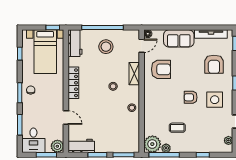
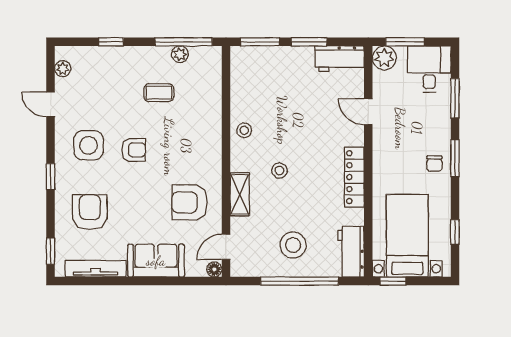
plant: (152, 144) -> (206, 62), removed

